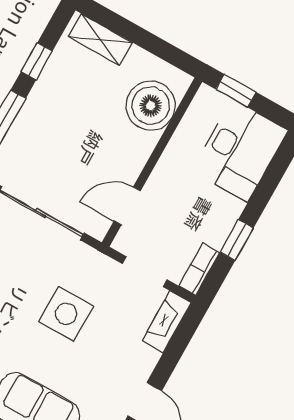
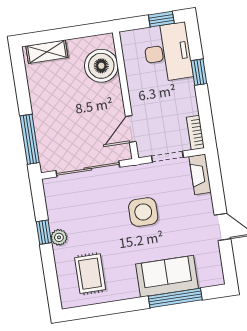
window: (37, 61) -> (22, 90), removed
window: (236, 91) -> (161, 19), moved
window: (237, 240) -> (199, 72), moved

